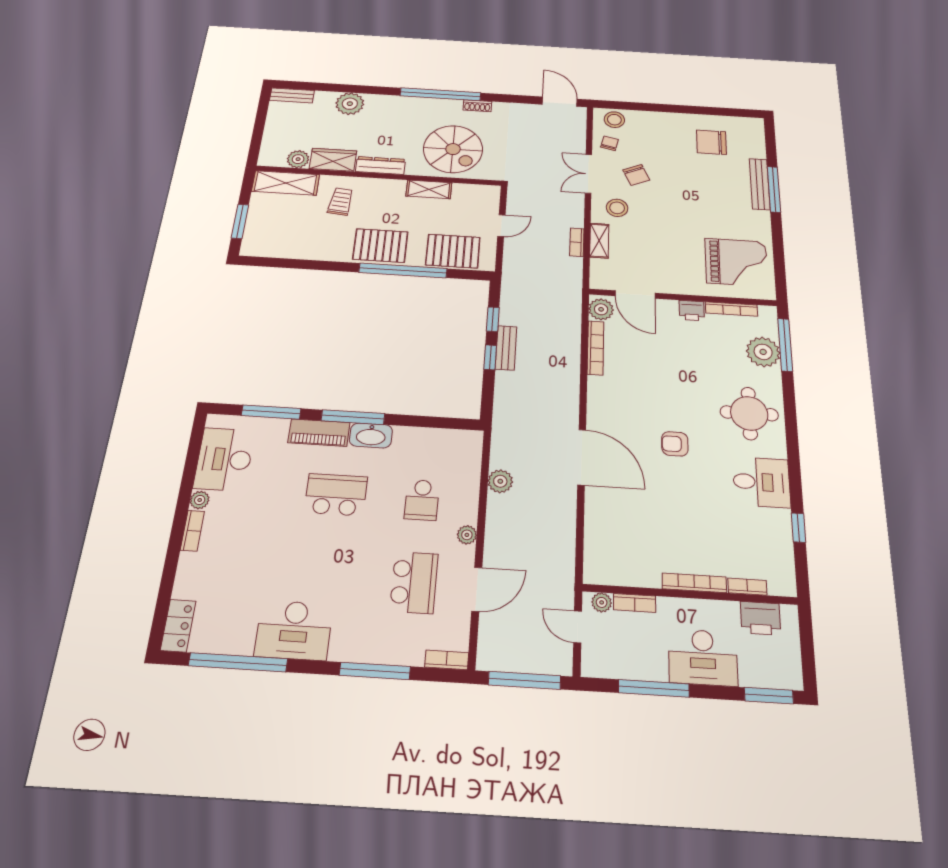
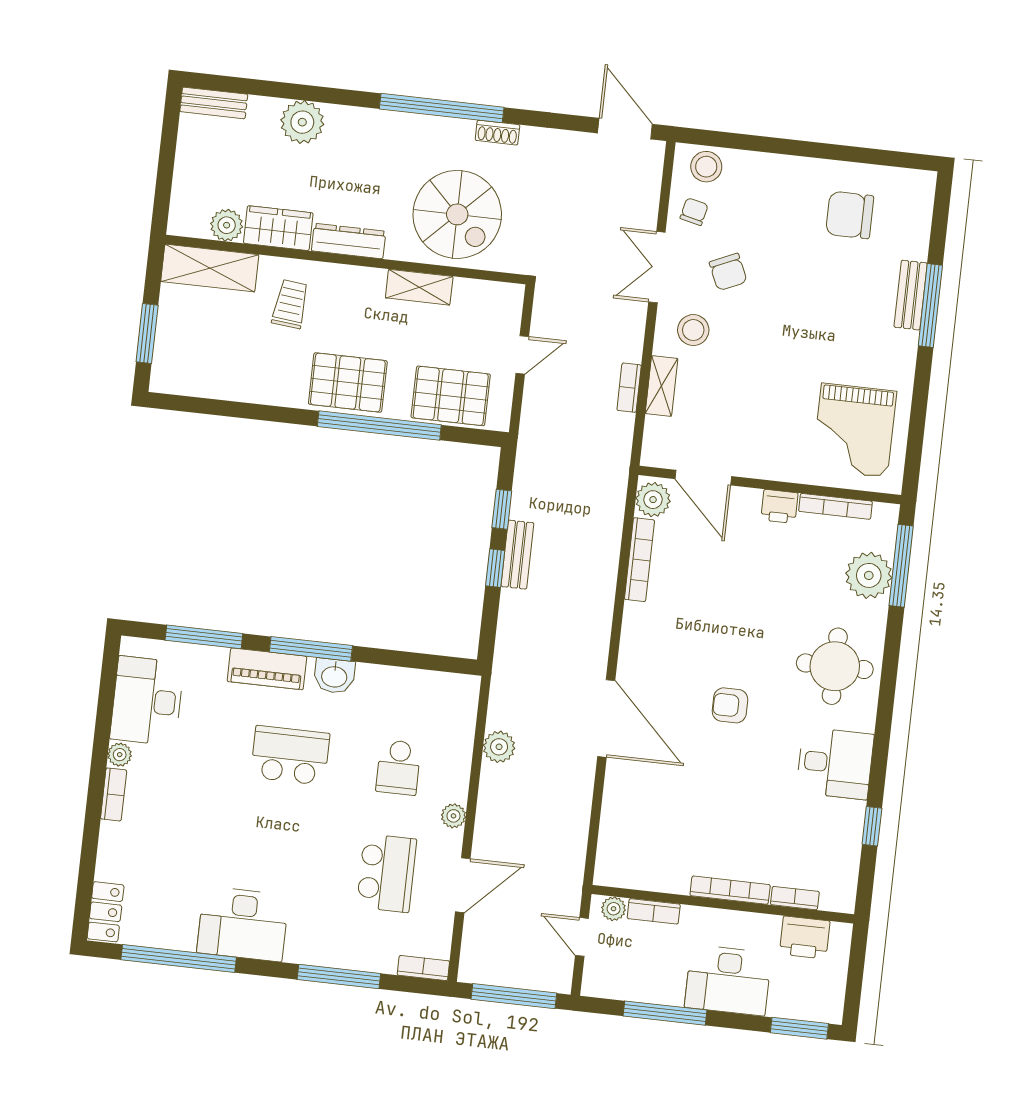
bench: (760, 184) -> (911, 295), width x0.73
grand piano: (736, 262) -> (854, 430), turned 90
washbasin: (371, 435) -> (334, 676), width x0.72

